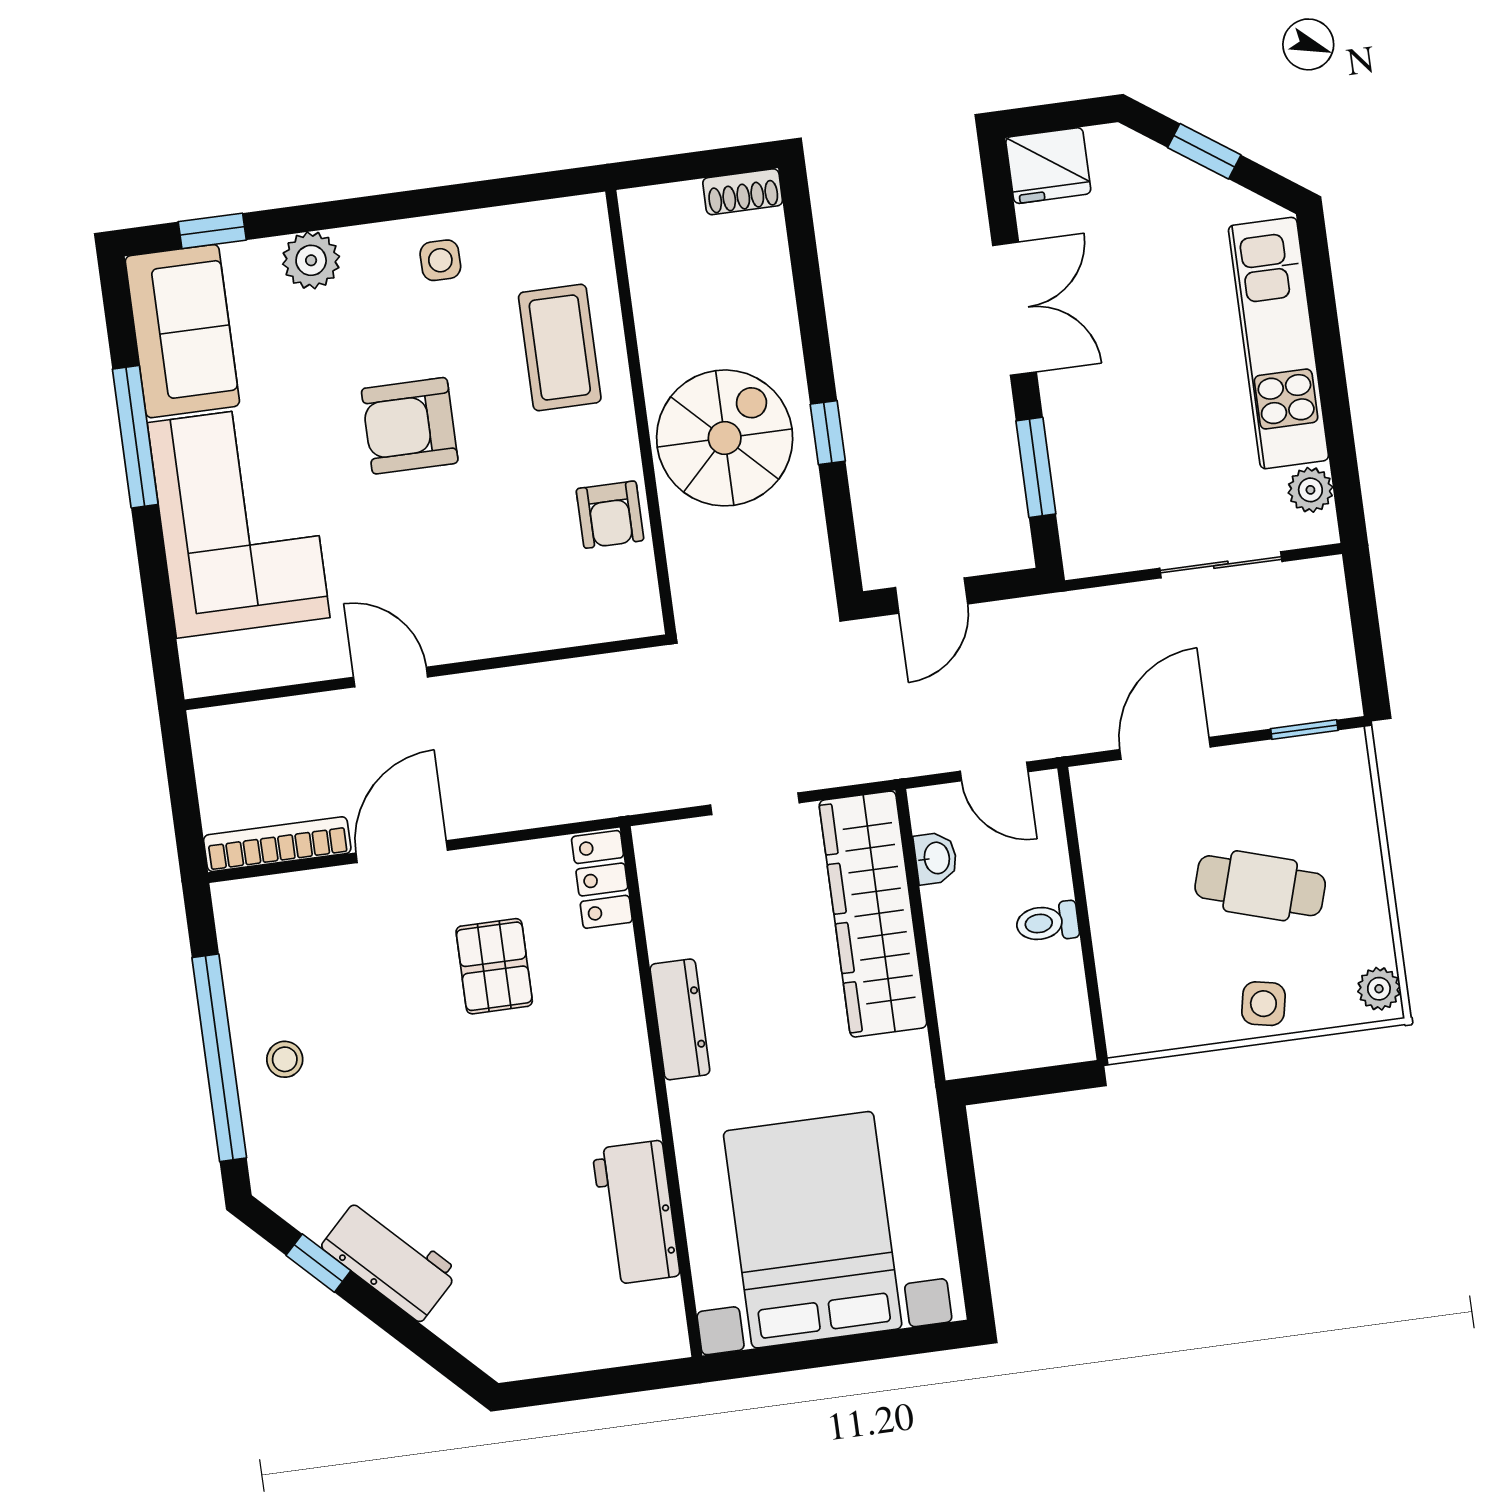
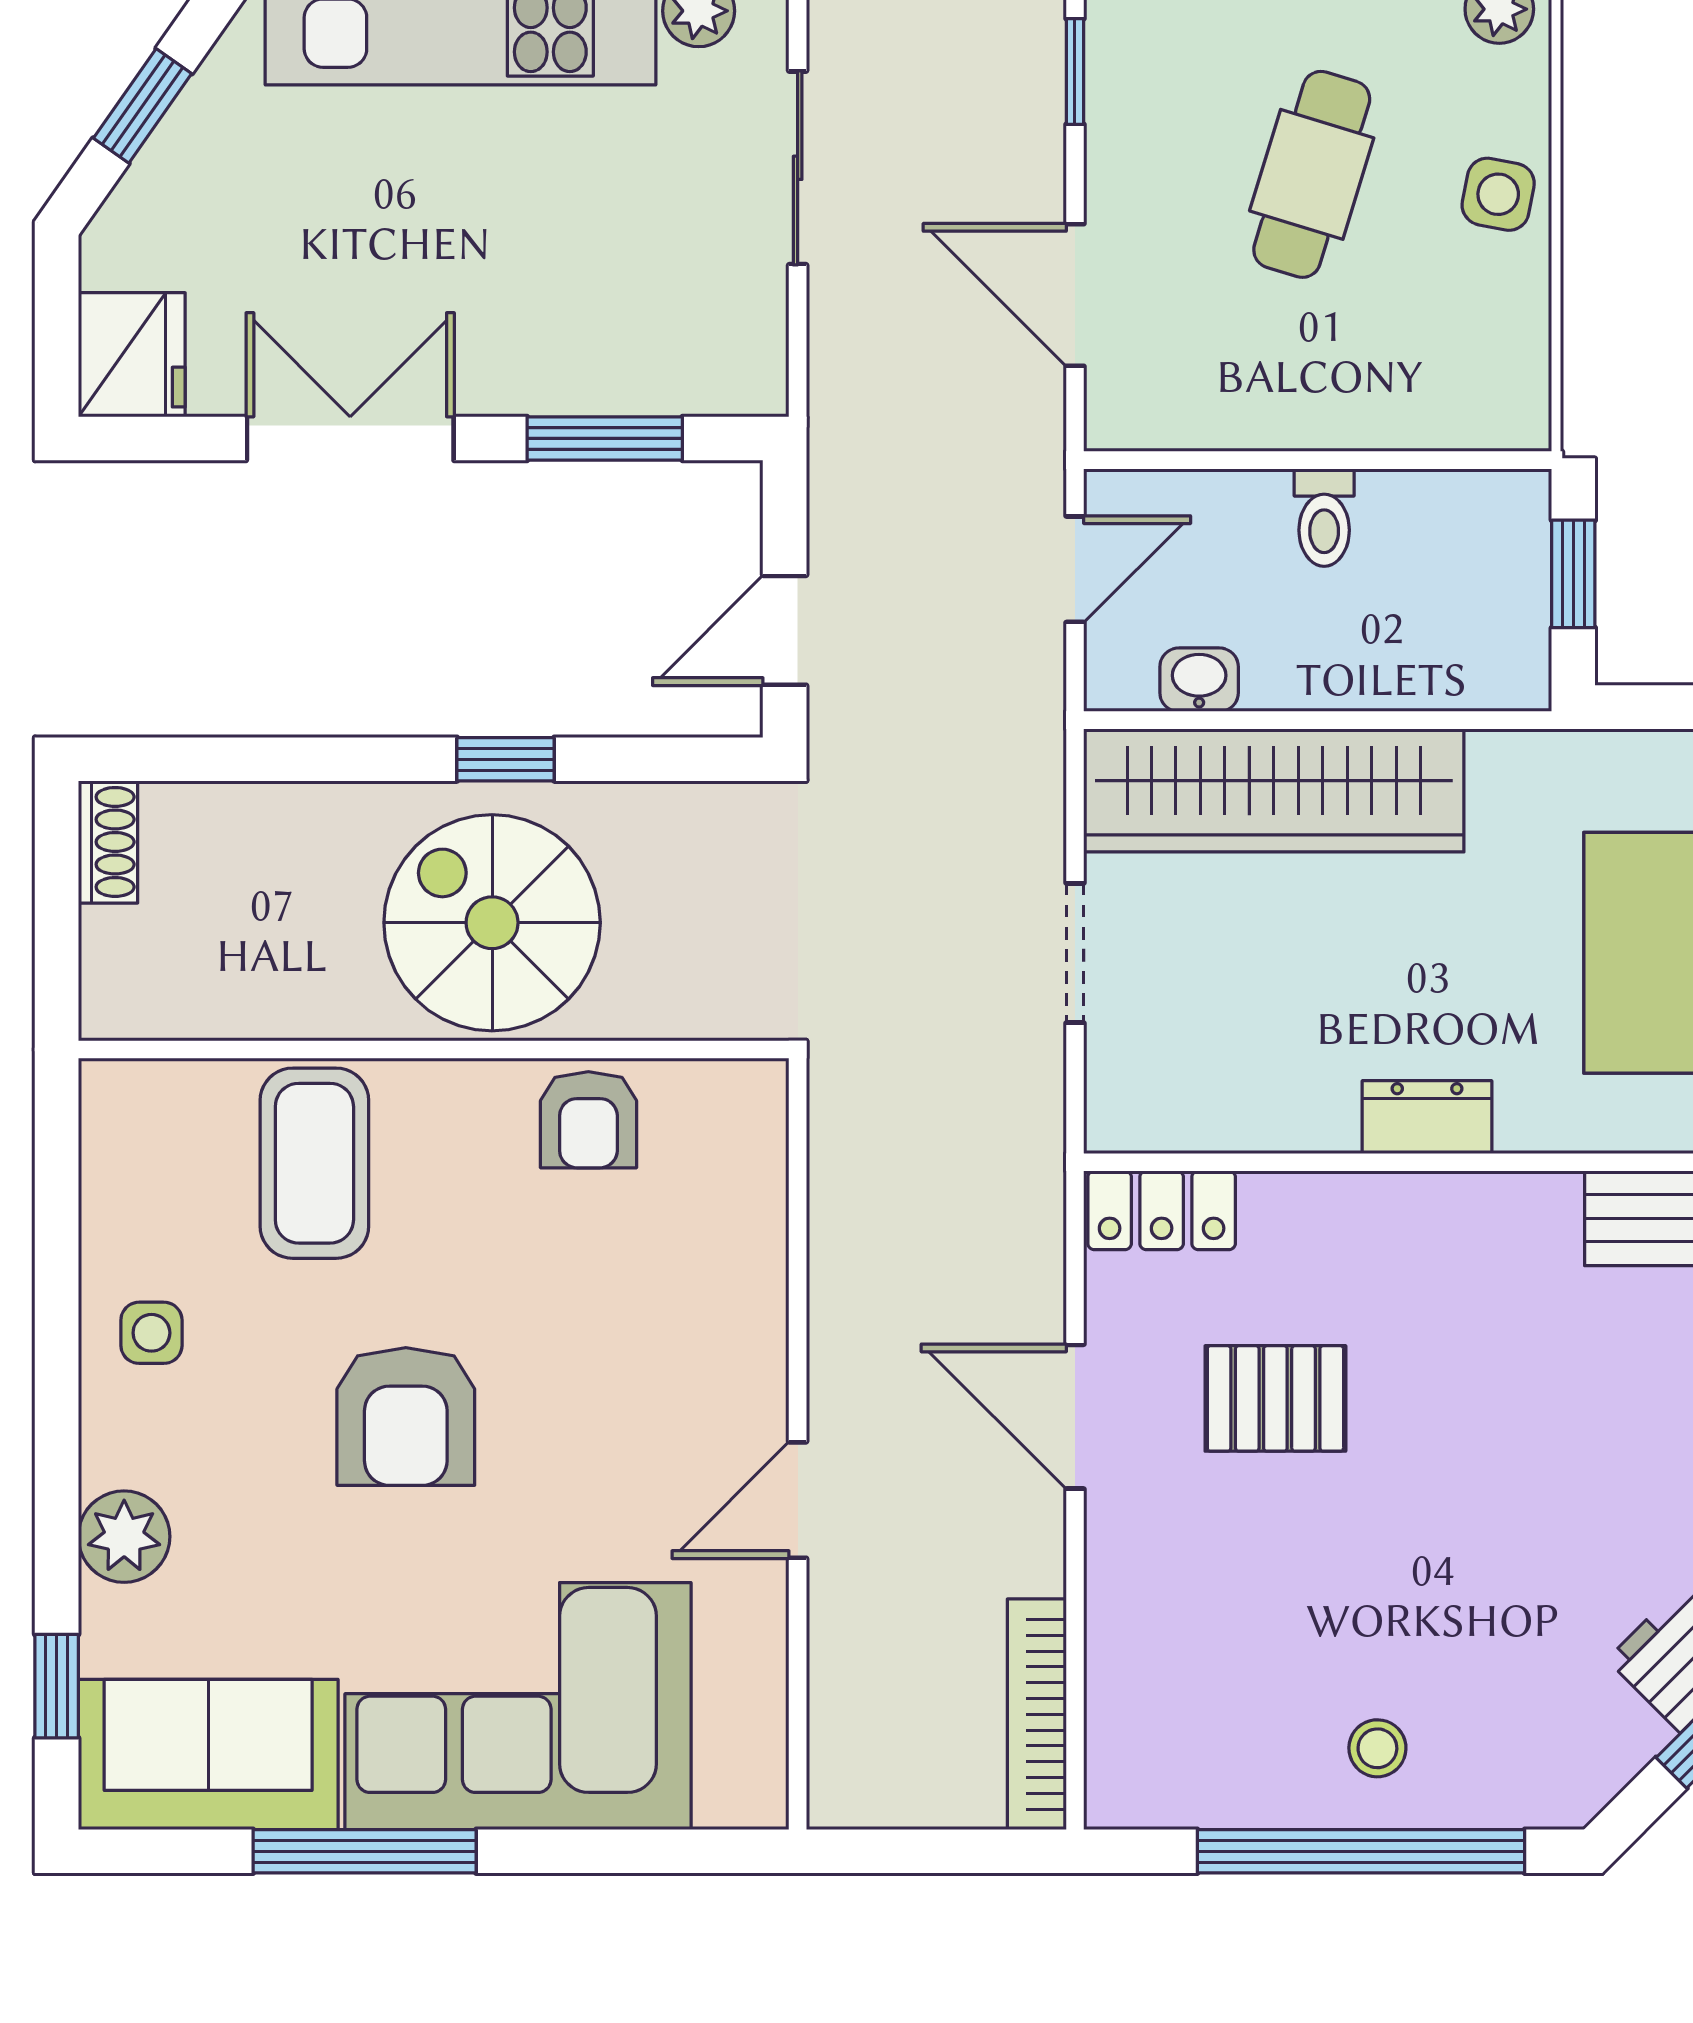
coffee table: (560, 347) -> (314, 1163), turned 90
armchair: (610, 515) -> (588, 1120), turned 90
door: (932, 596) -> (785, 630), swing flipped
door: (402, 852) -> (1075, 1417), moved
dresser: (680, 1019) -> (1427, 1117), width x0.70
window: (1033, 1082) -> (1573, 574), added

